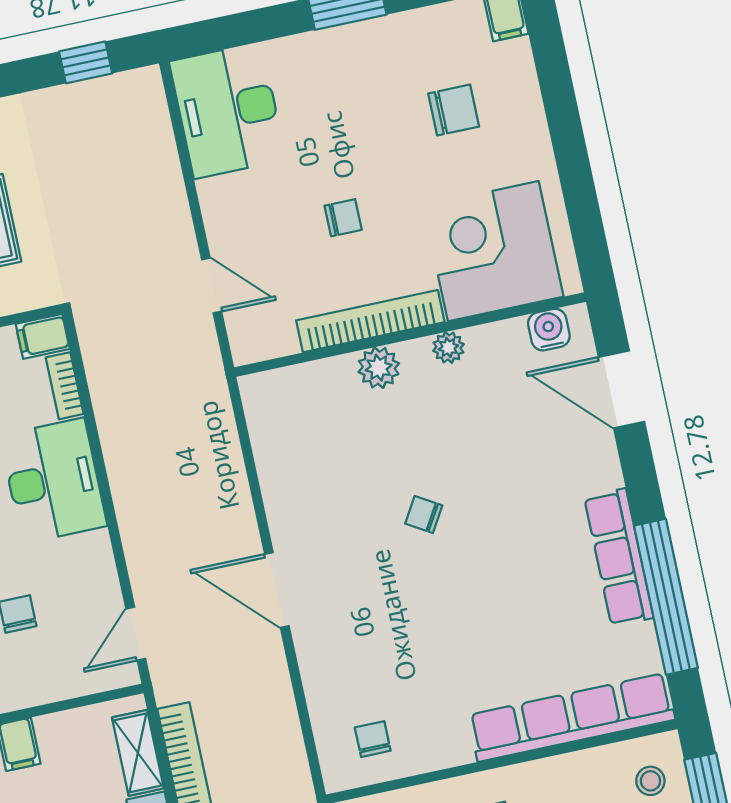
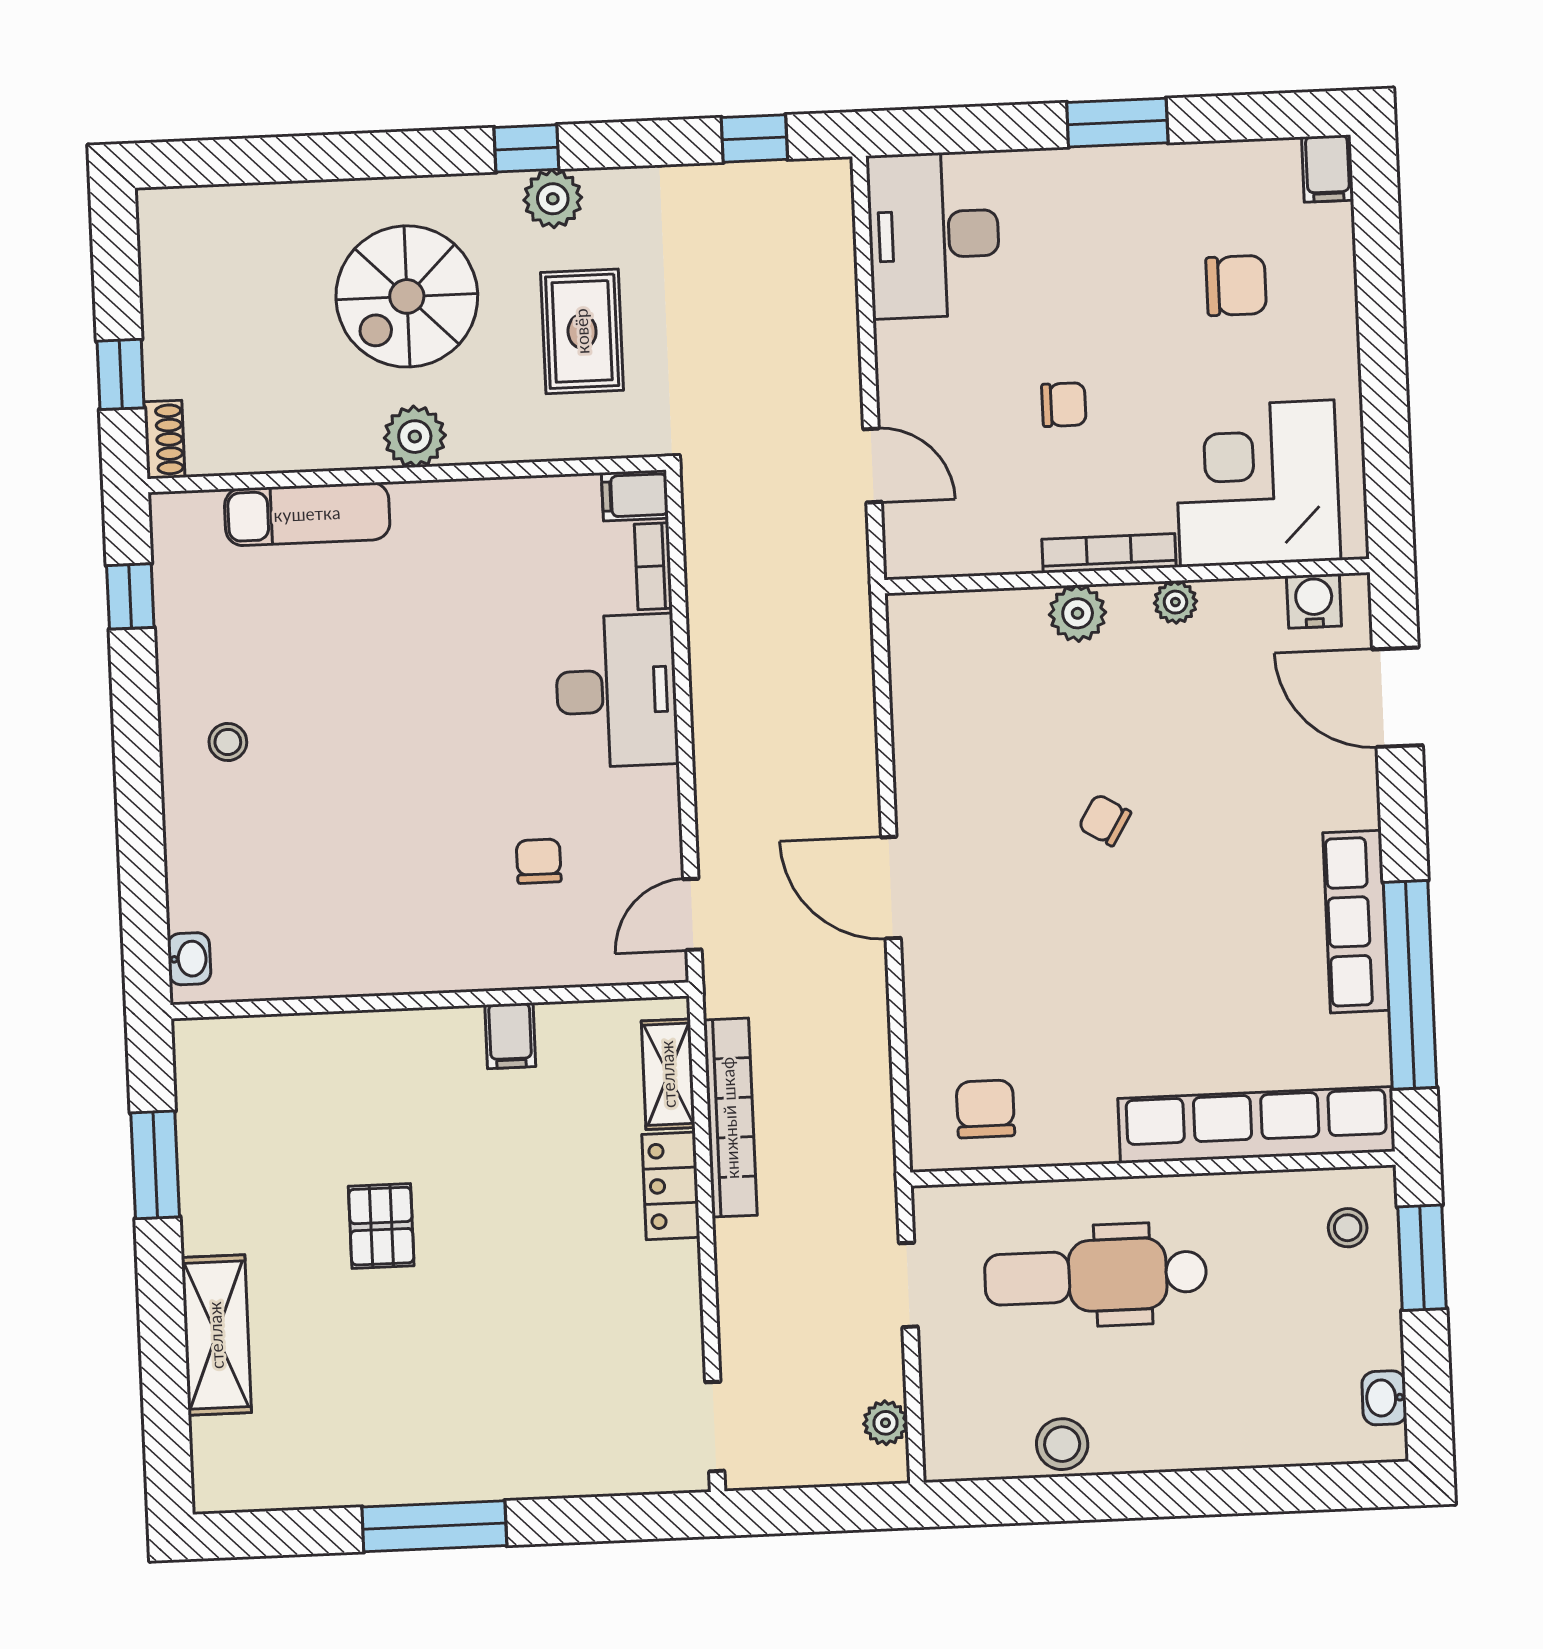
bookcase: (370, 321) -> (1109, 553), width x0.68, depth x0.76
chair: (373, 739) -> (985, 1109), width x1.37, depth x1.37

